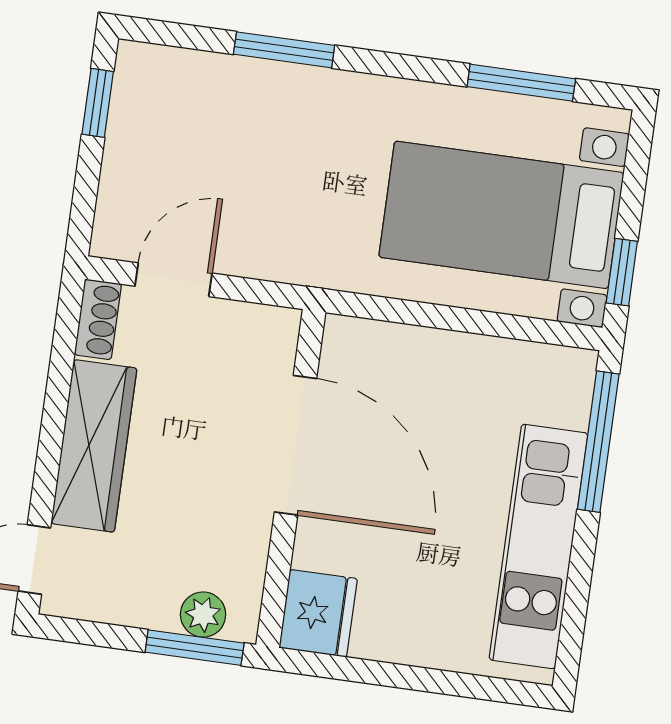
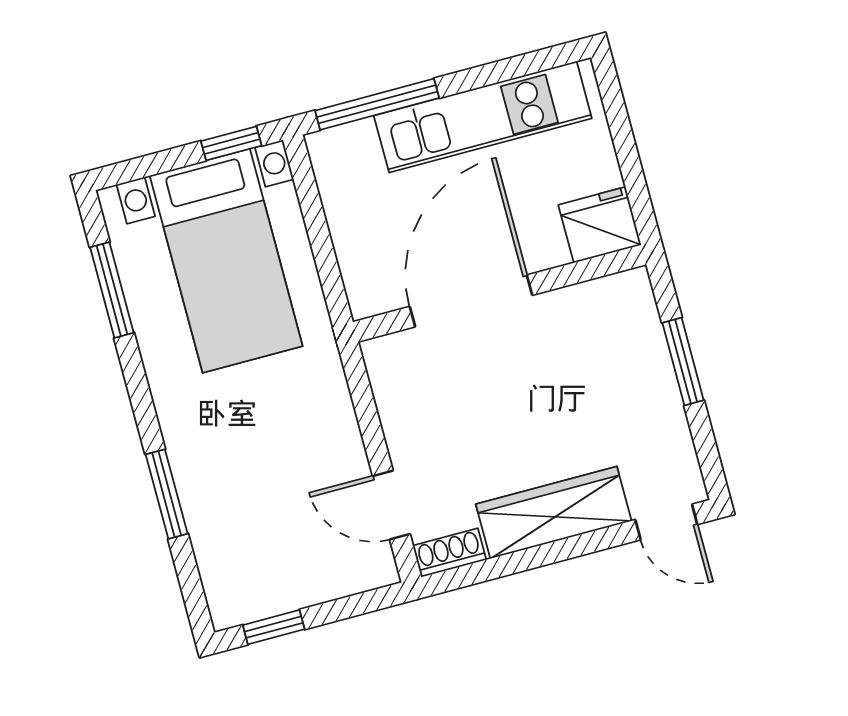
door: (295, 445) -> (471, 301), moved
wall: (291, 478) -> (500, 293), moved
fridge: (318, 613) -> (600, 225), moved
plant: (203, 615) -> (653, 366), removed

